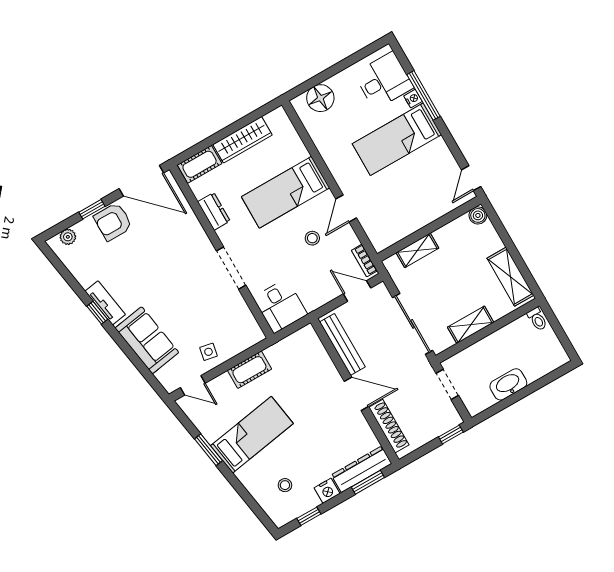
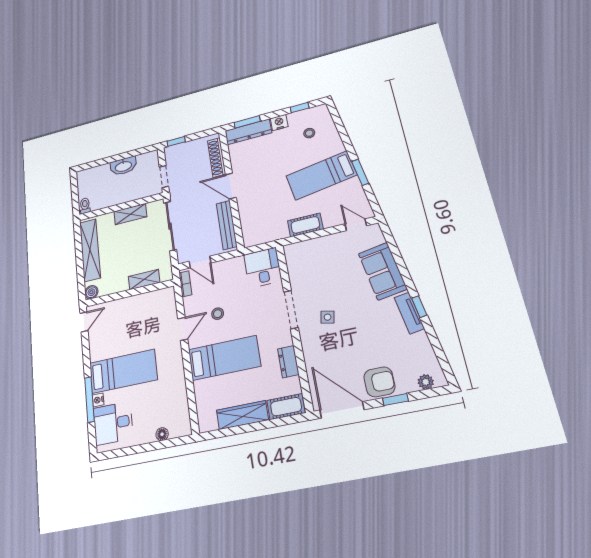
floor lamp: (320, 98) -> (162, 434), width x0.53, depth x0.53
shelving: (510, 277) -> (90, 250), width x1.47
side table: (208, 352) -> (328, 317), moved

